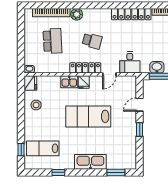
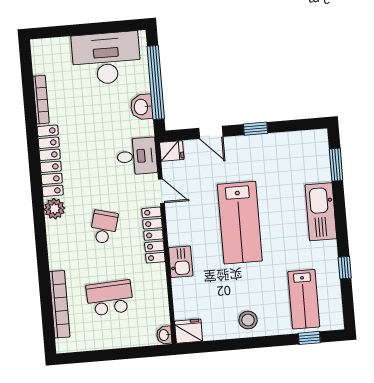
plant: (77, 14) -> (54, 209), moved
fridge: (84, 82) -> (172, 151), moved
stool: (36, 105) -> (248, 320), moved

